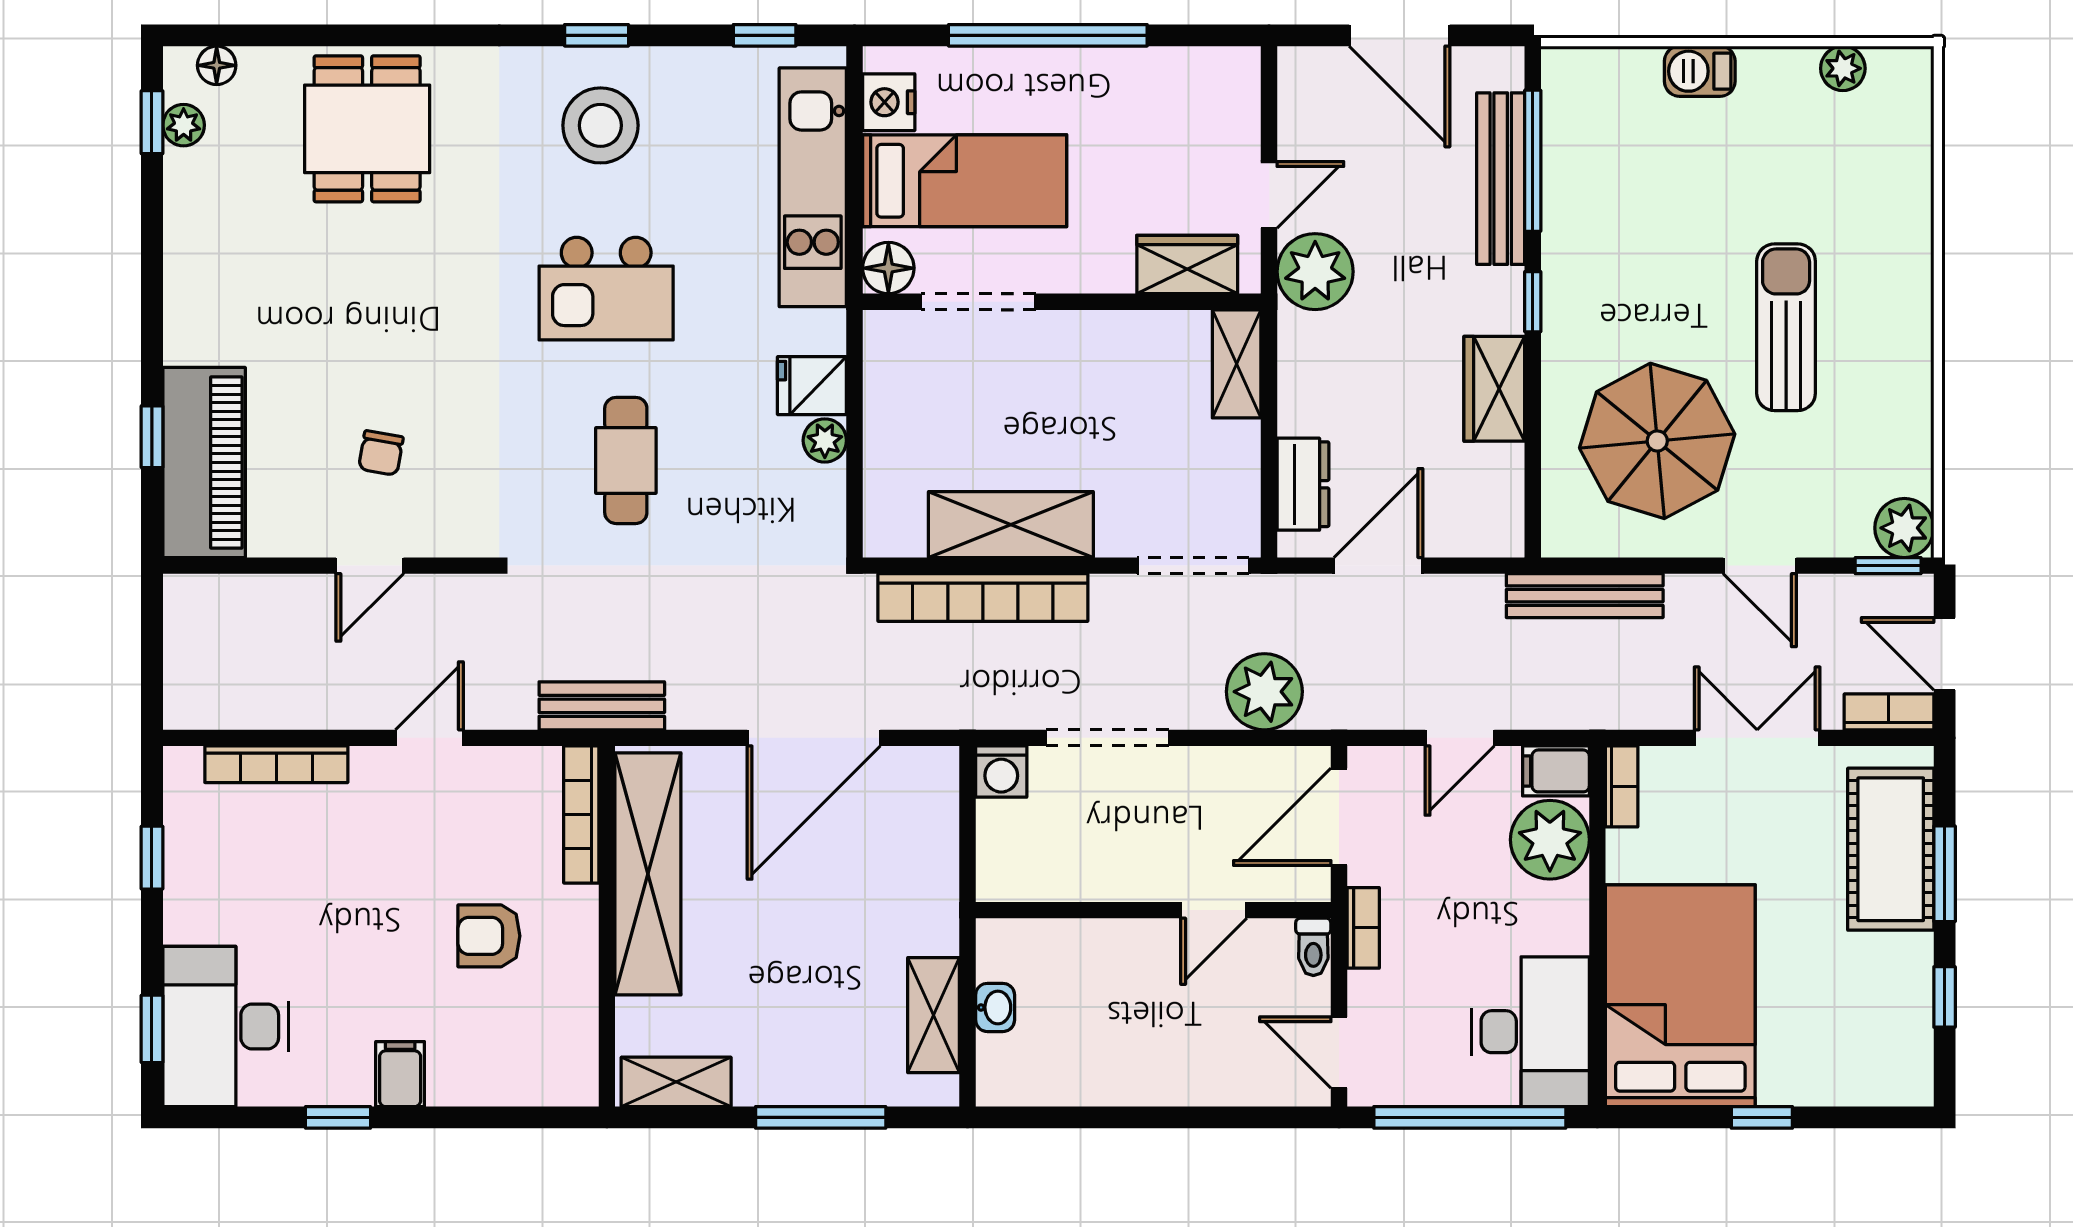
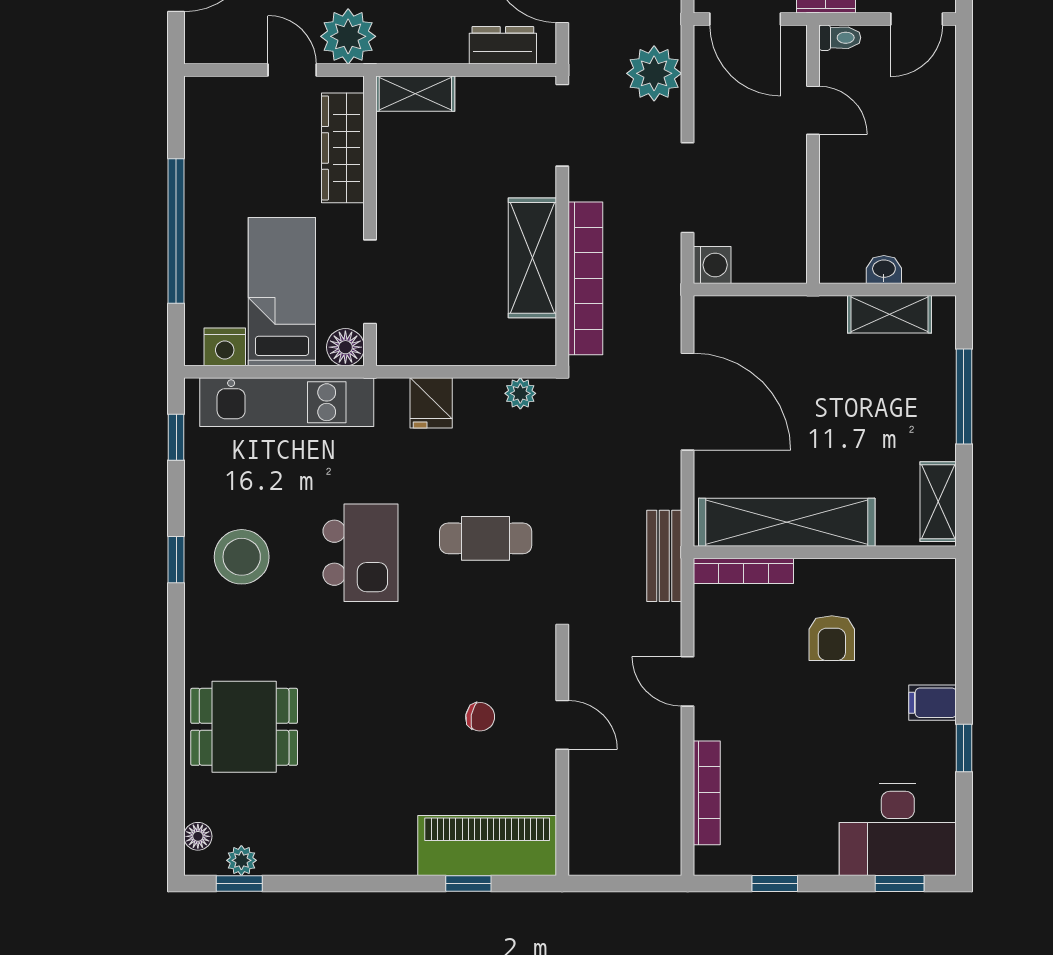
wardrobe: (1187, 265) -> (343, 148), width x1.50
plant: (825, 440) -> (520, 393), moved

